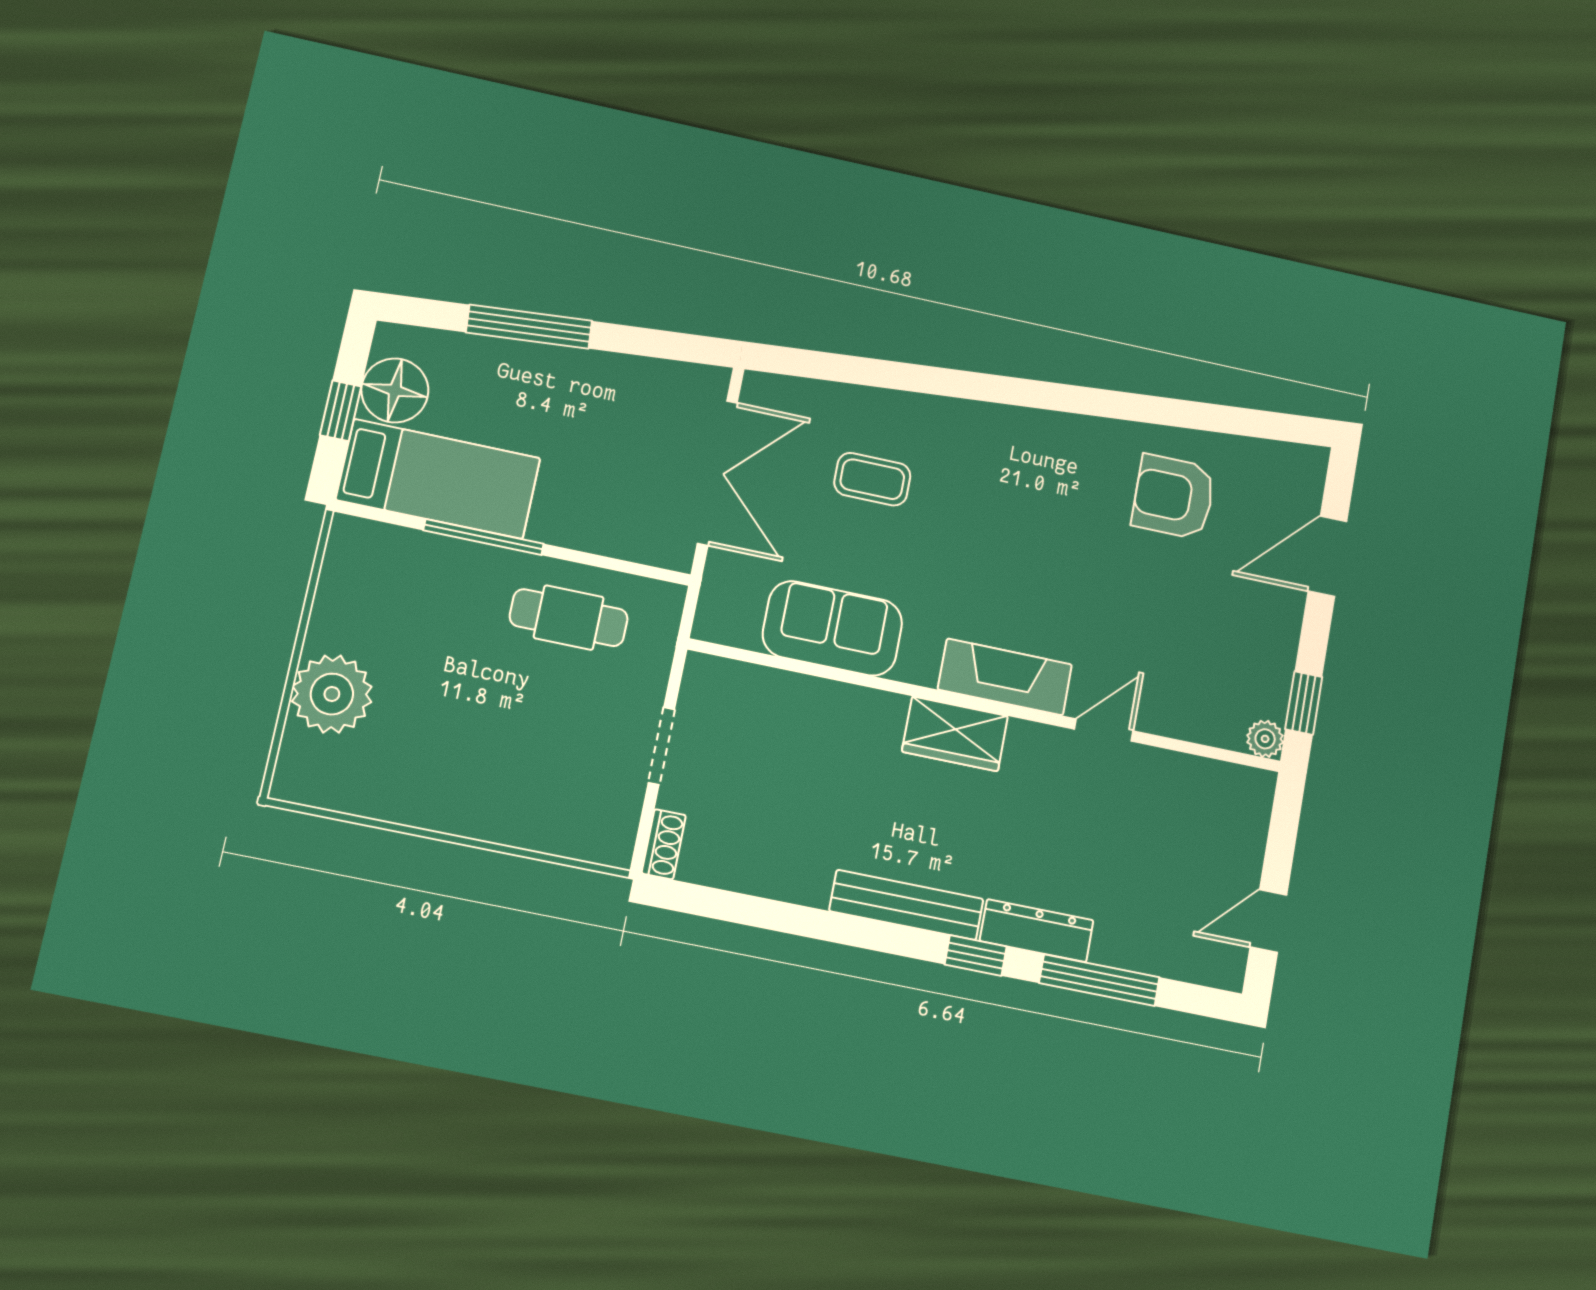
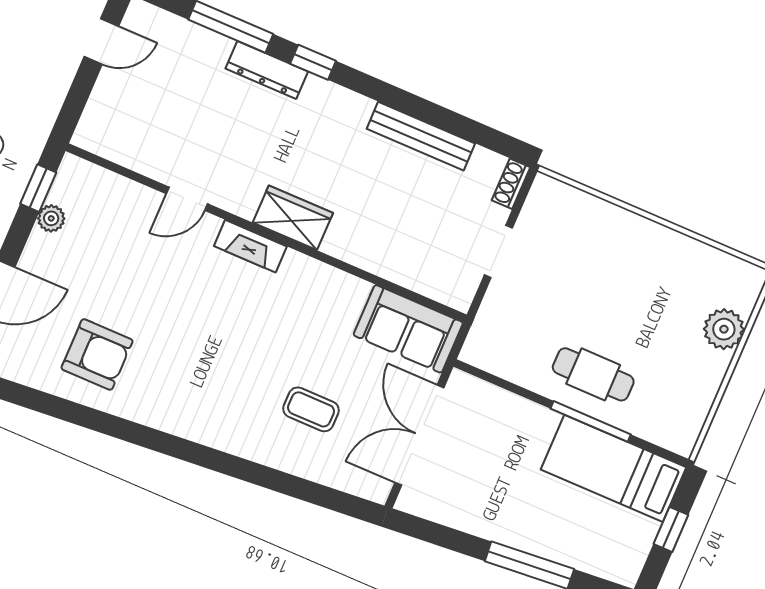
floor lamp: (395, 390) -> (631, 537), removed
cafe table: (569, 618) -> (593, 374), moved
sofa: (832, 628) -> (408, 329), moved
fireplace: (1005, 677) -> (250, 246), width x0.73, depth x0.76
plant: (332, 694) -> (724, 329), width x0.73, depth x0.73
plant: (1265, 739) -> (51, 218), moved
bench: (906, 905) -> (421, 136), moved

